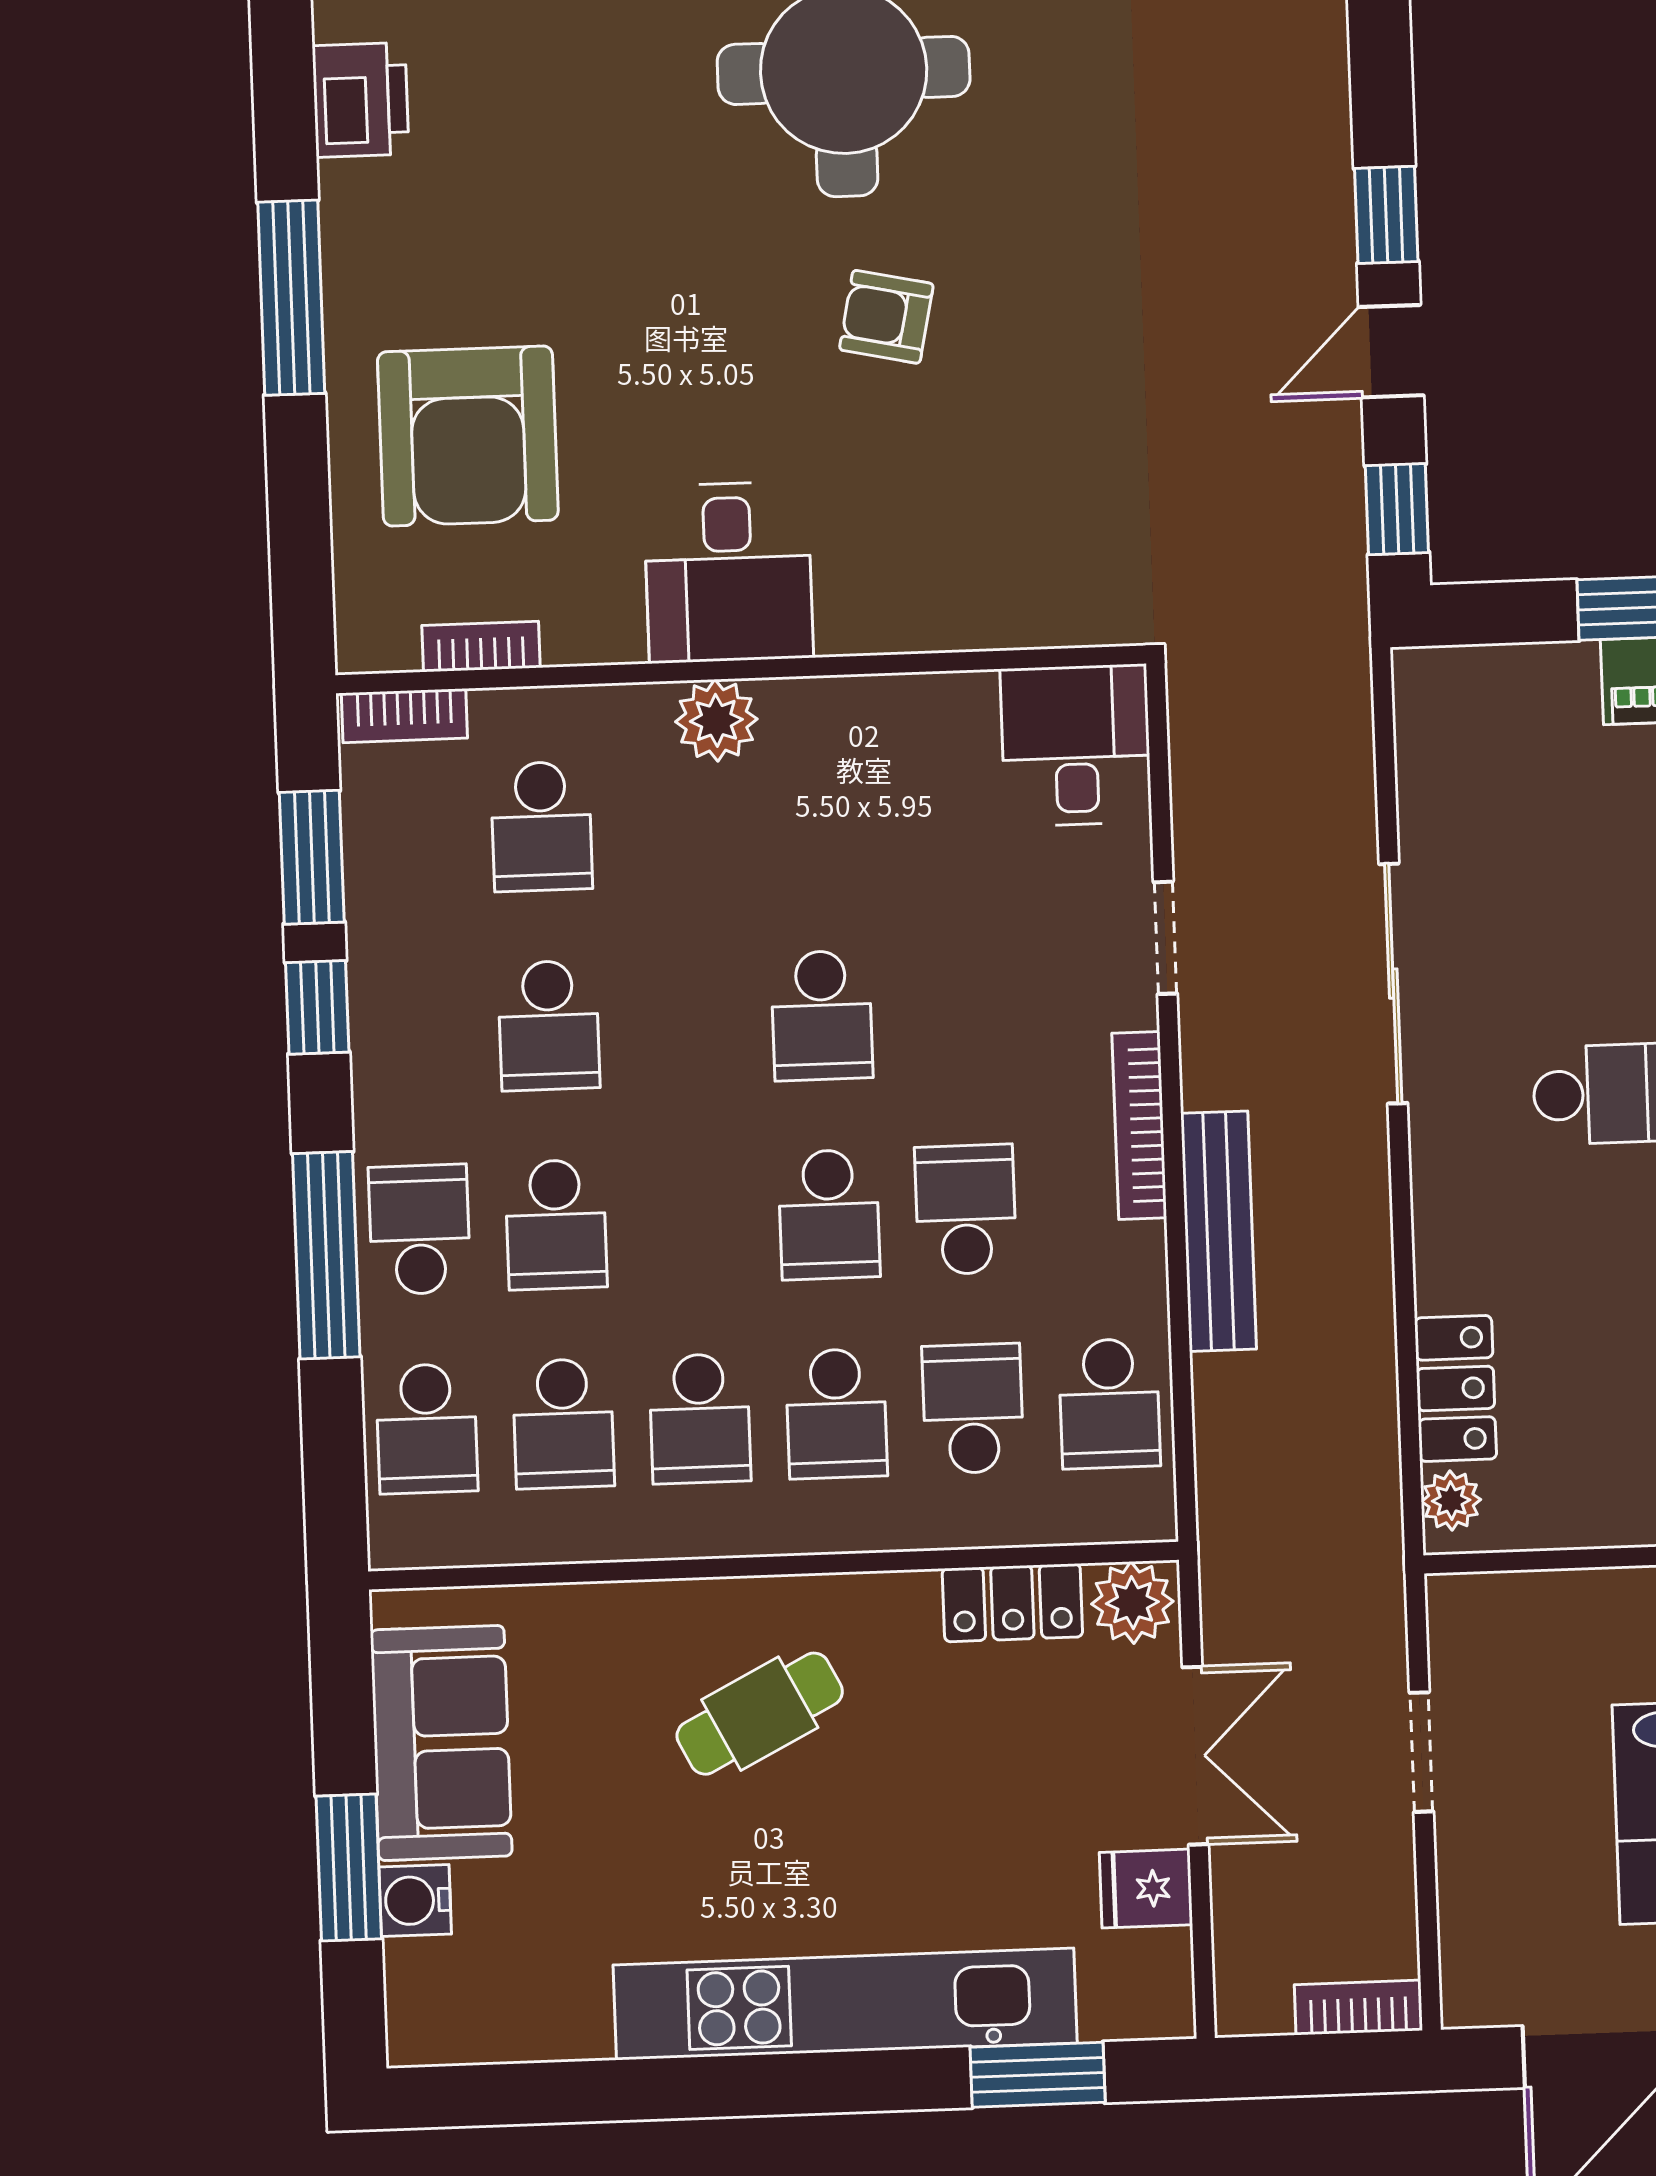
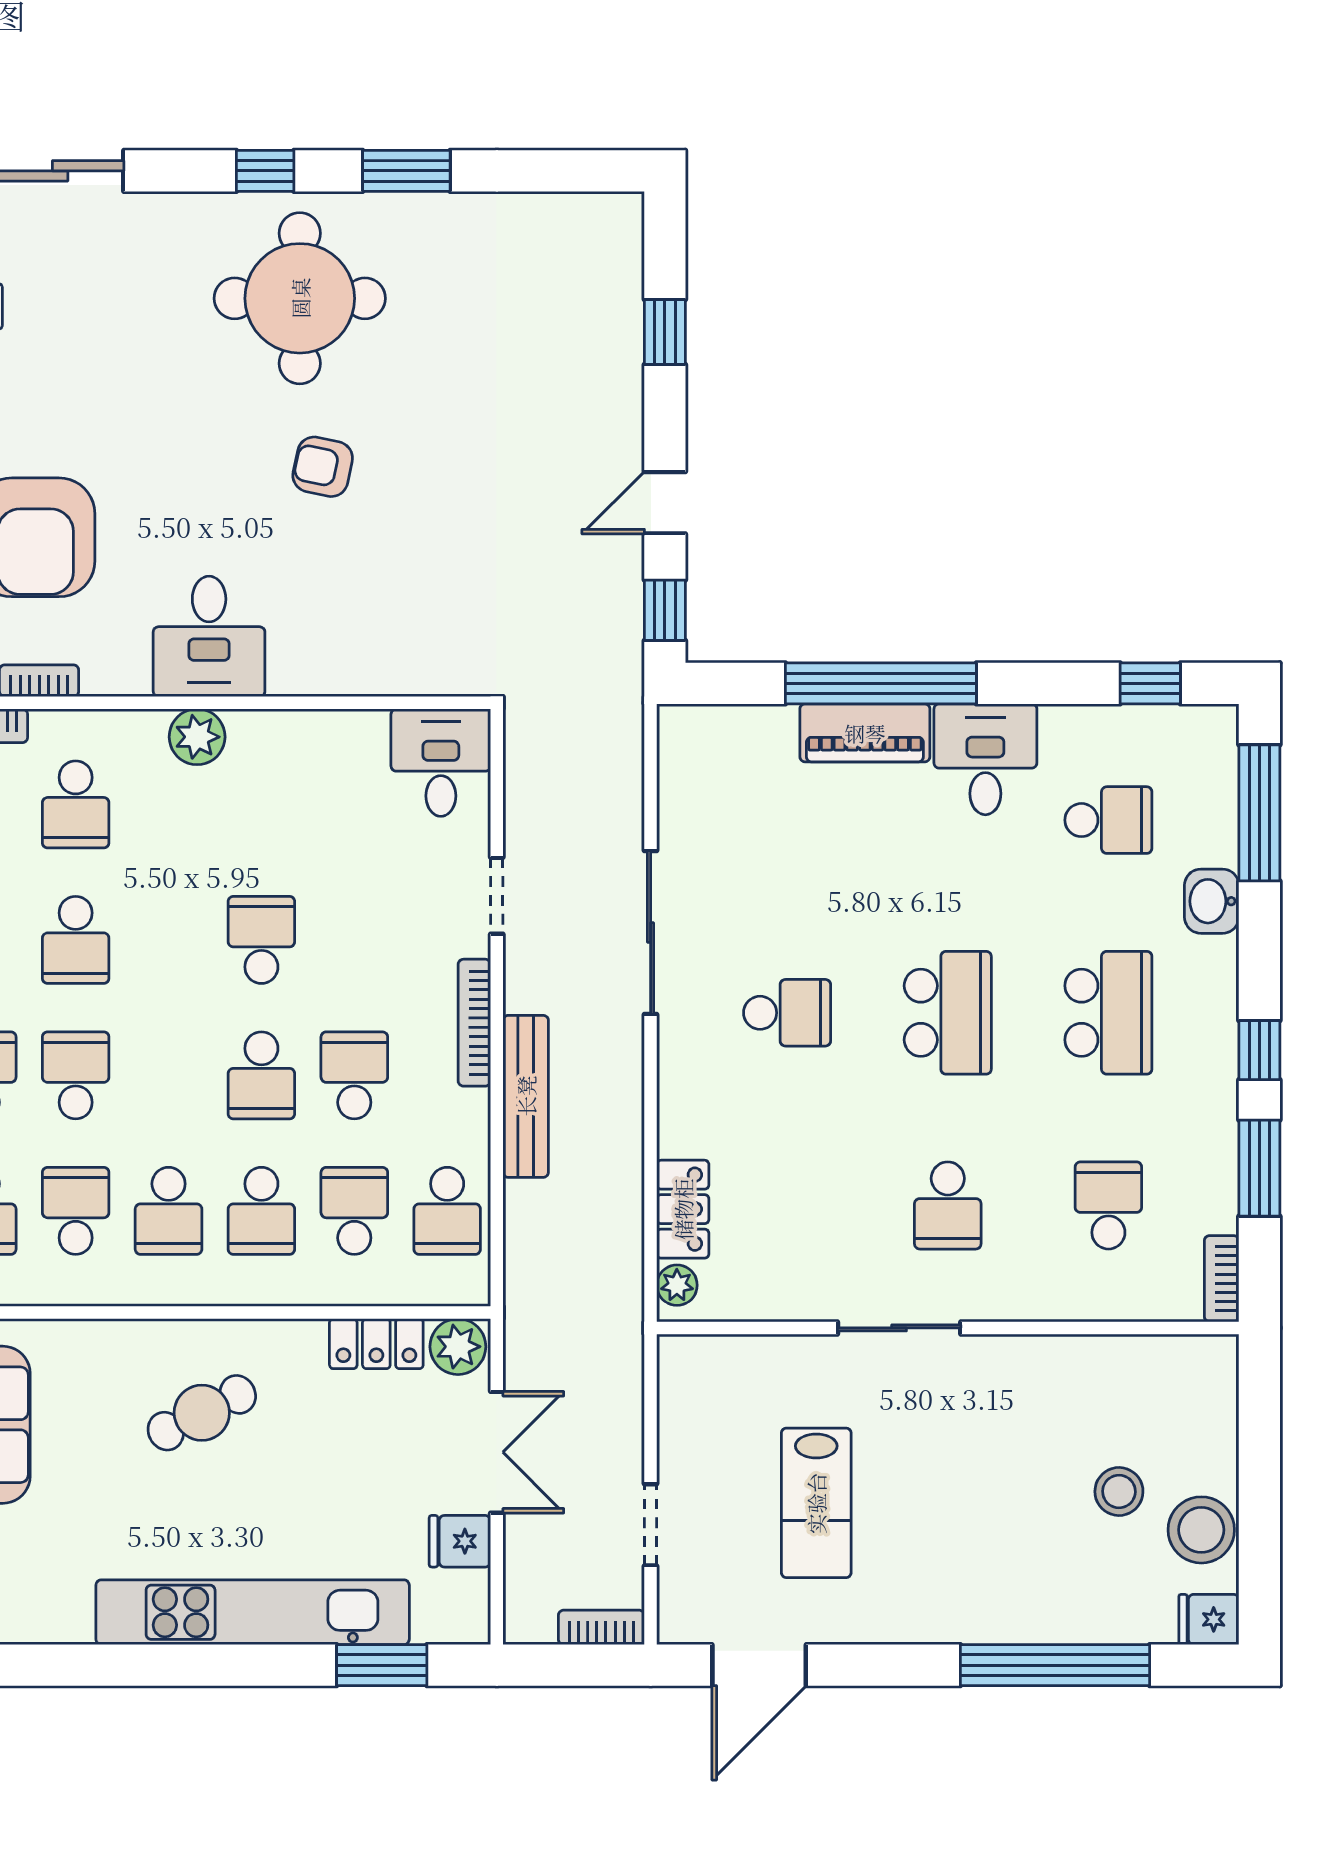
window: (1386, 215) -> (665, 332), moved
school desk: (822, 1015) -> (261, 940), turned 180
school desk: (556, 1225) -> (76, 1075), turned 180
school desk: (563, 1424) -> (76, 1211), turned 180
doorway: (1421, 1752) -> (651, 1525), moved

